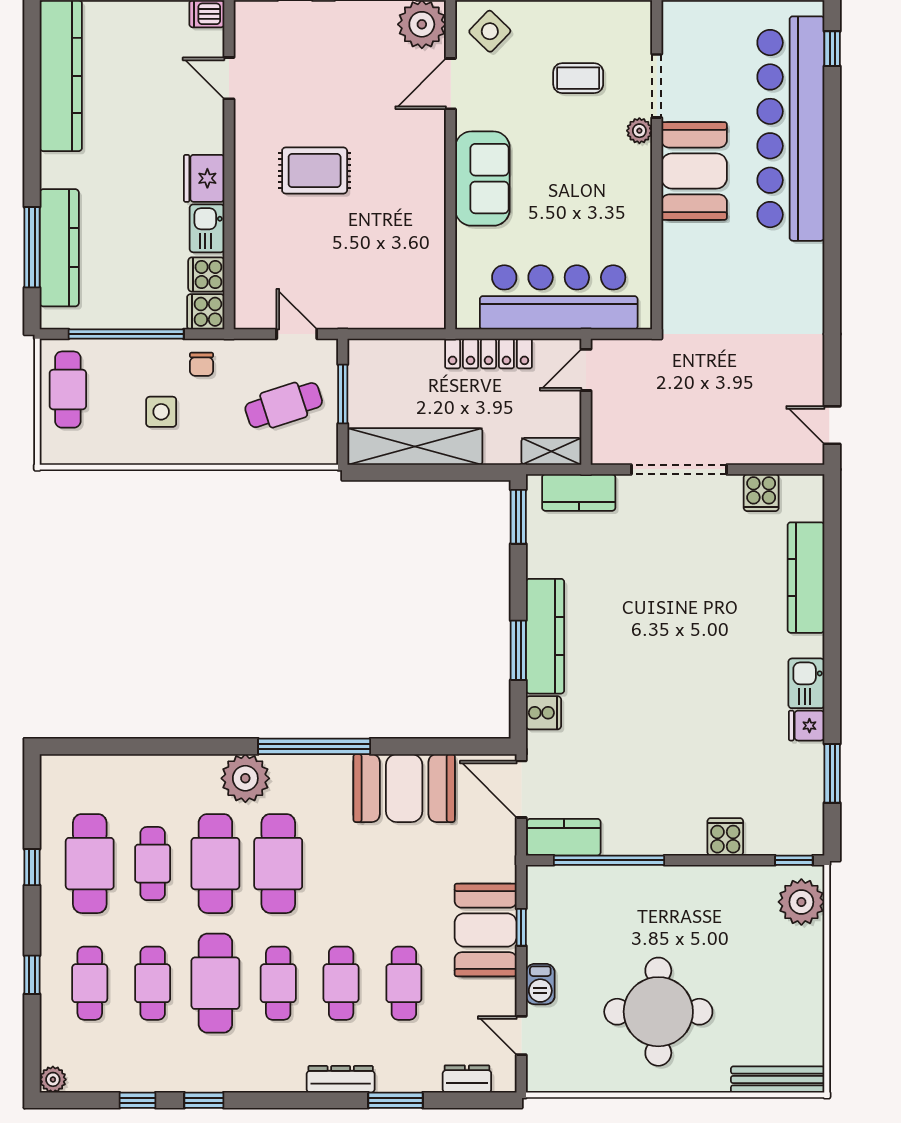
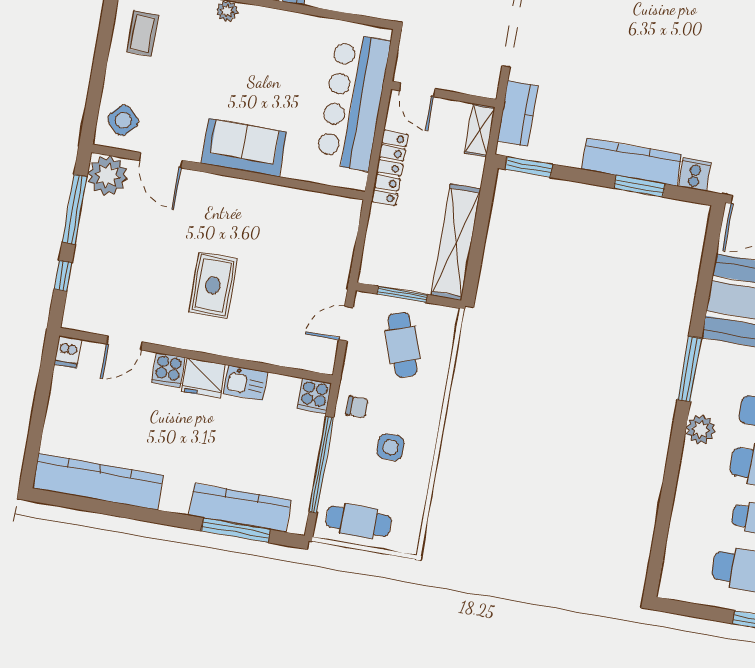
coffee table: (578, 78) -> (143, 33), moved
cooker: (206, 274) -> (168, 370), moved
window: (314, 746) -> (690, 369), width x0.68
plant: (245, 778) -> (701, 430), width x0.73, depth x0.73

